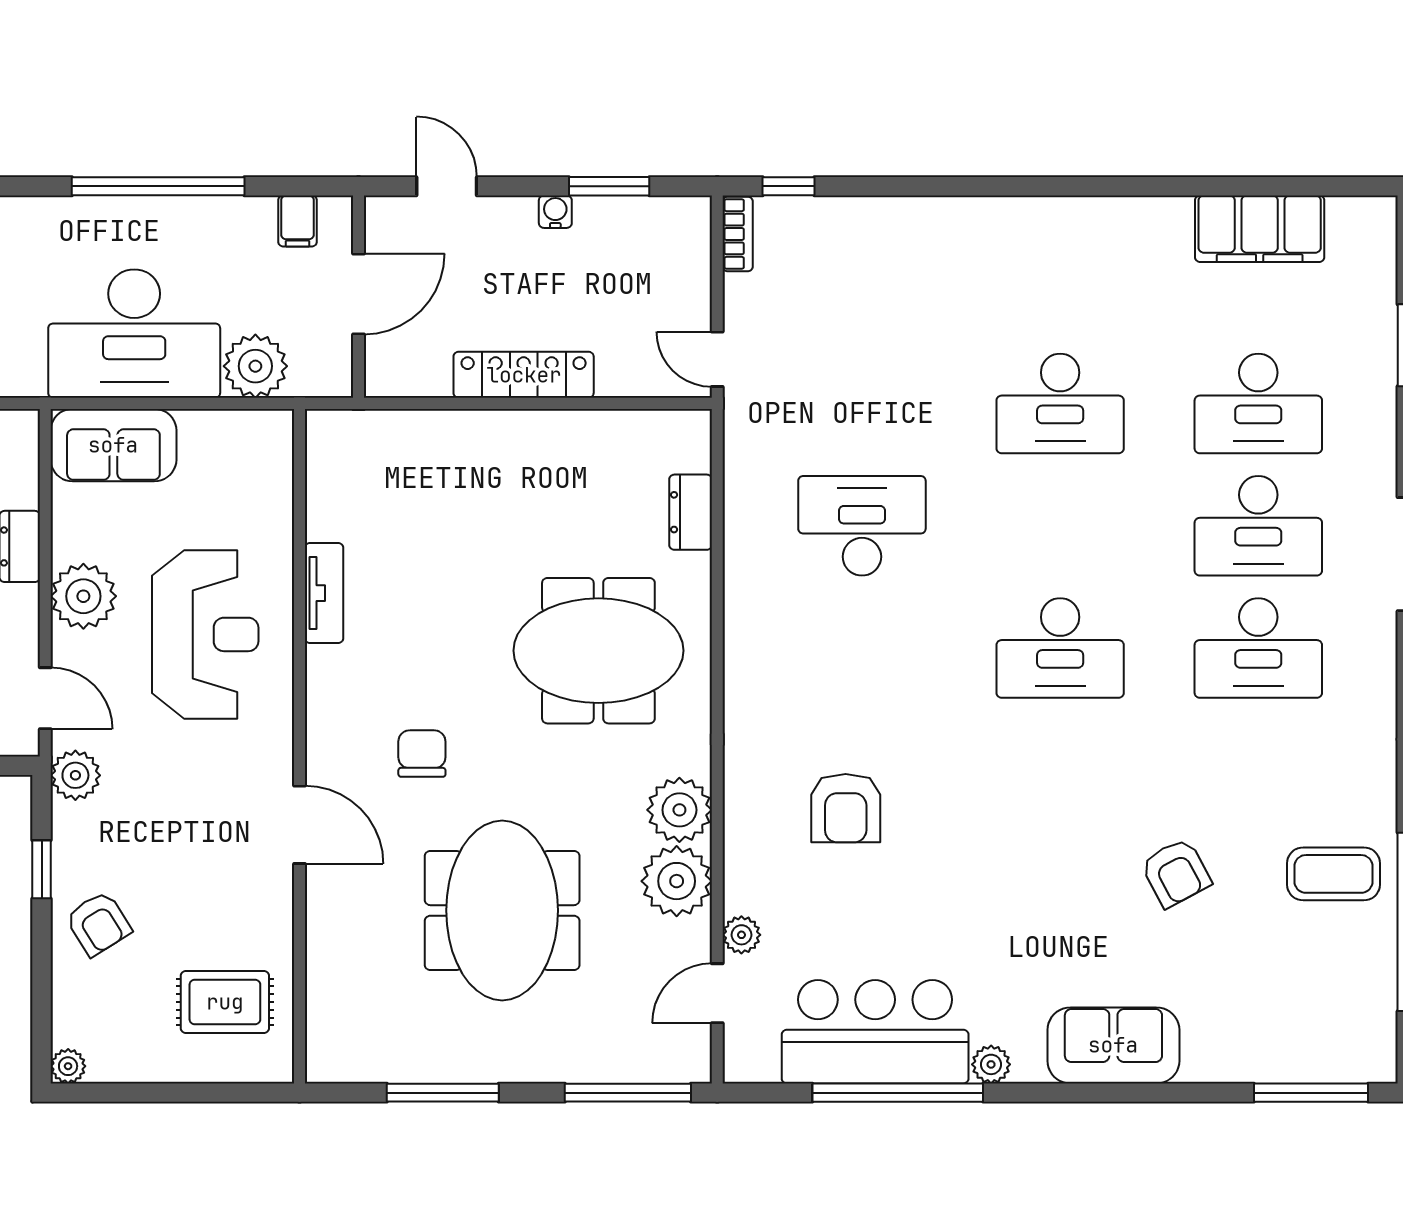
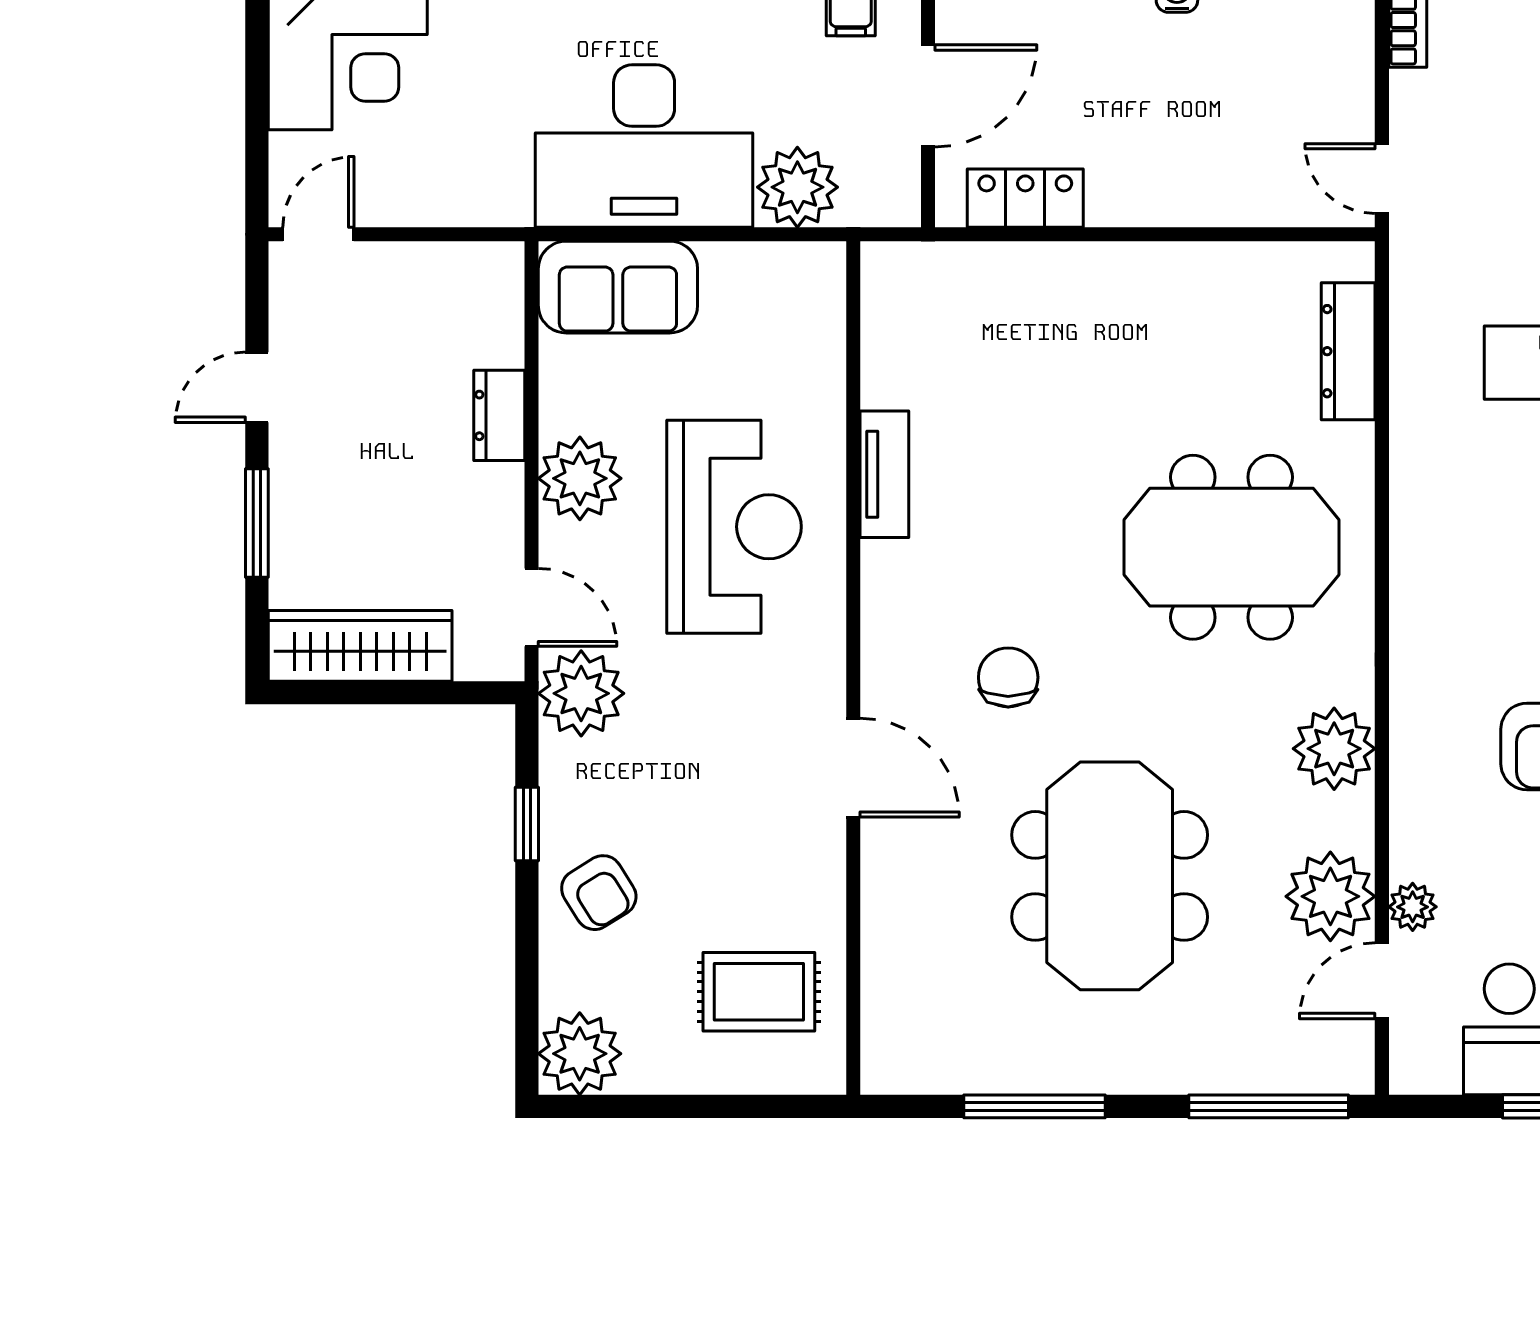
locker: (524, 375) -> (1025, 198), moved, width x0.66
dresser: (691, 512) -> (1348, 351), width x1.44
plant: (75, 775) -> (581, 693), width x1.36, depth x1.36
plant: (677, 881) -> (1330, 896), moved
plant: (68, 1066) -> (580, 1054), width x1.88, depth x1.88

